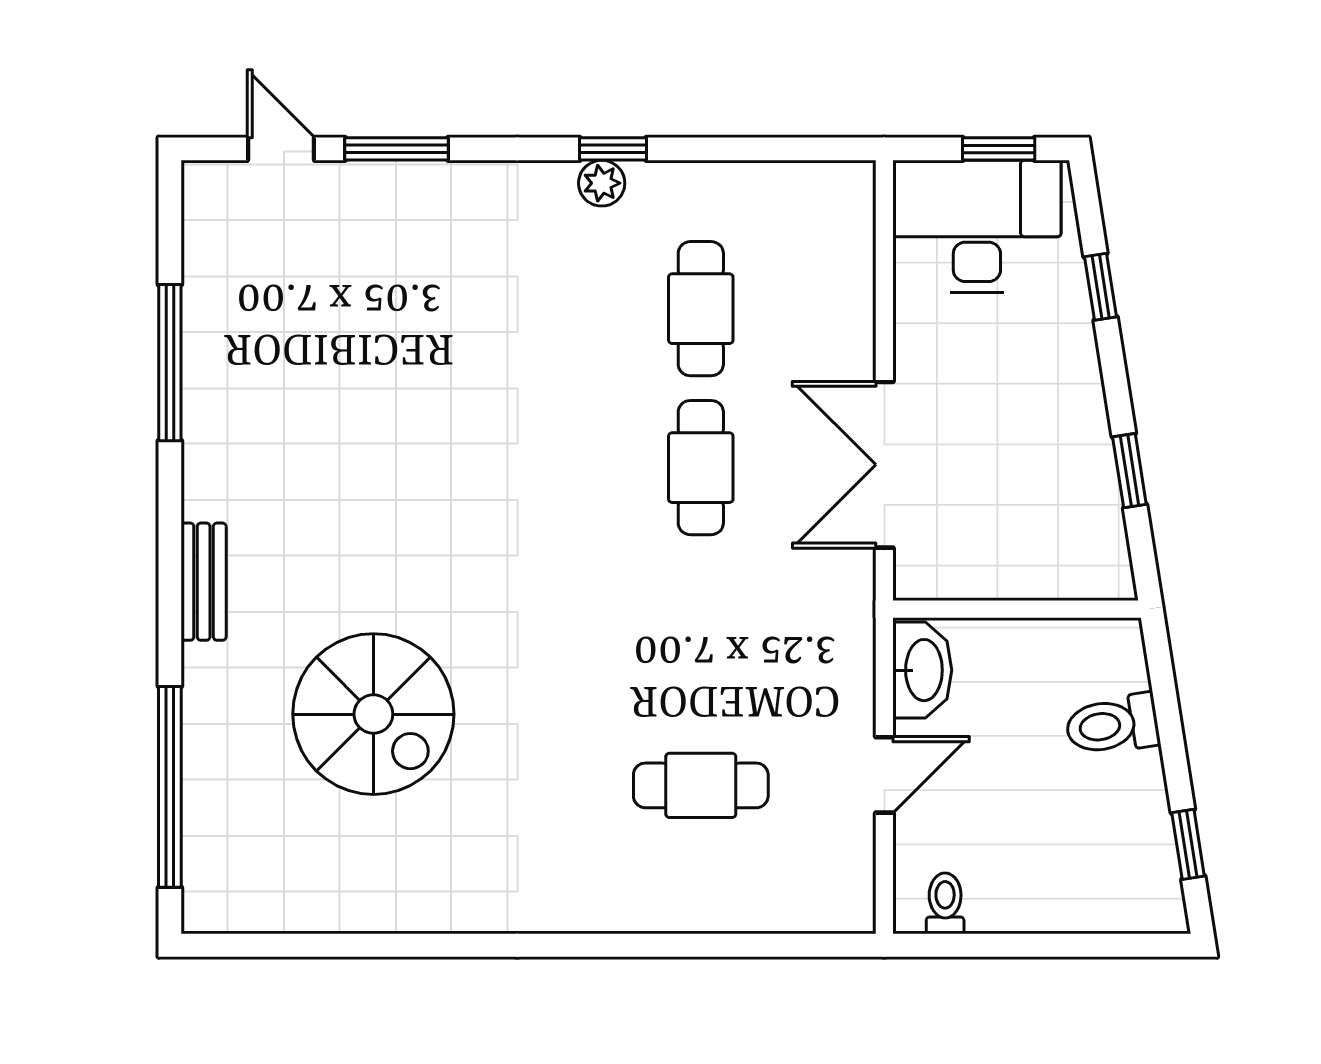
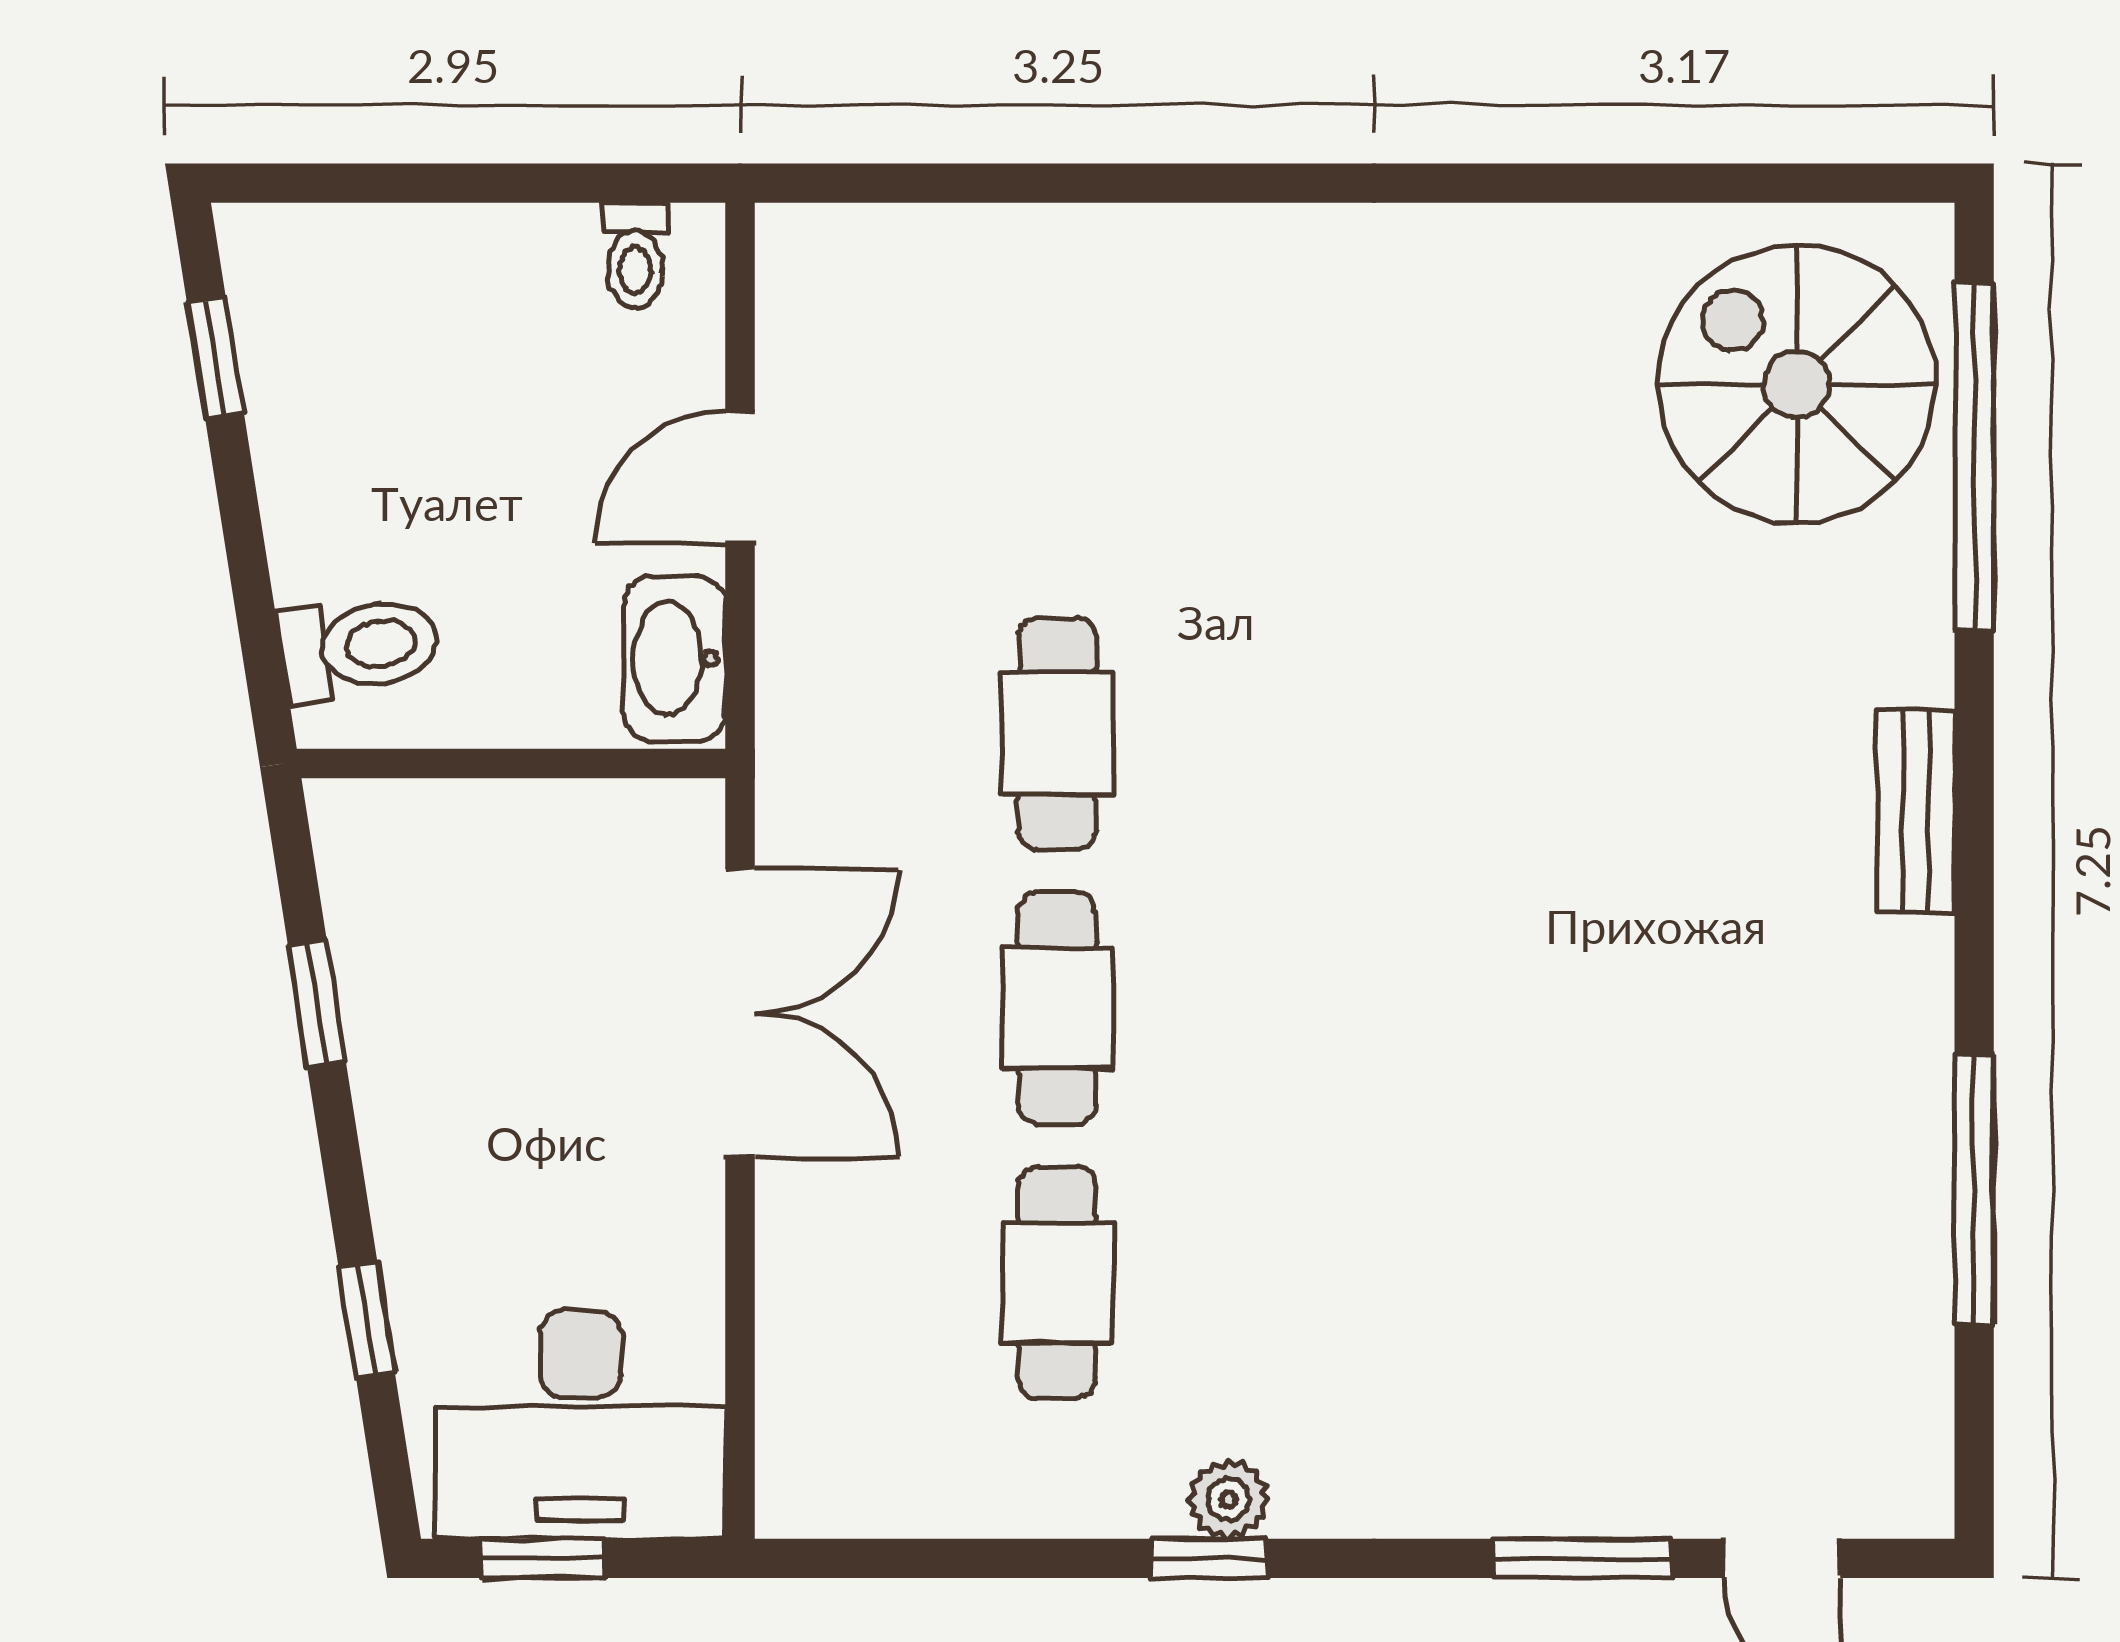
spiral stairs: (373, 714) -> (1797, 384), moved
toilet: (1112, 725) -> (359, 647), moved
cafe table: (701, 785) -> (1057, 734), moved, turned 90

